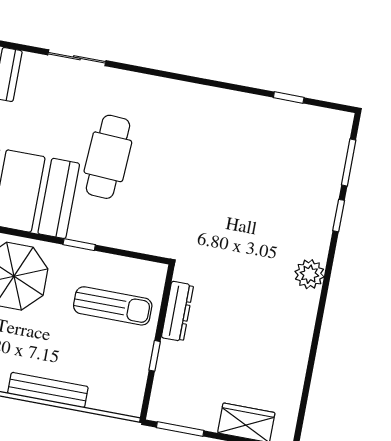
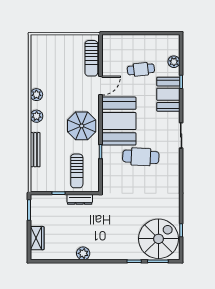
spiral stairs: (299, 152) -> (159, 239), added
plant: (309, 274) -> (83, 253), moved

